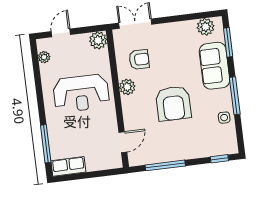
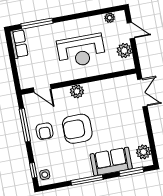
plant: (98, 40) -> (124, 51), moved
armchair: (139, 60) -> (44, 131), moved
plant: (127, 87) -> (77, 91), moved
reception desk: (81, 93) -> (81, 51), turned -90
side table: (224, 118) -> (45, 175), moved

